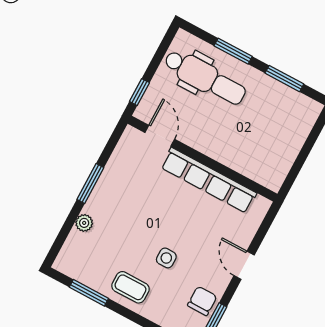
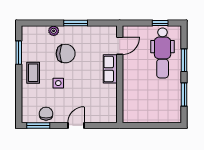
window: (139, 92) -> (160, 23), moved
row of seats: (209, 180) -> (110, 69), width x0.50
chair: (128, 223) -> (66, 54), added
chair: (202, 301) -> (46, 114), turned -90

